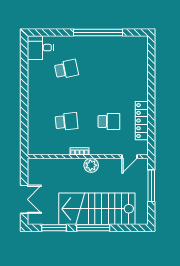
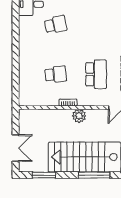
school desk: (109, 122) -> (96, 74), width x1.85
window: (93, 228) -> (94, 175), moved

